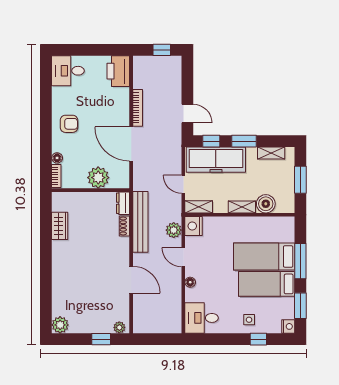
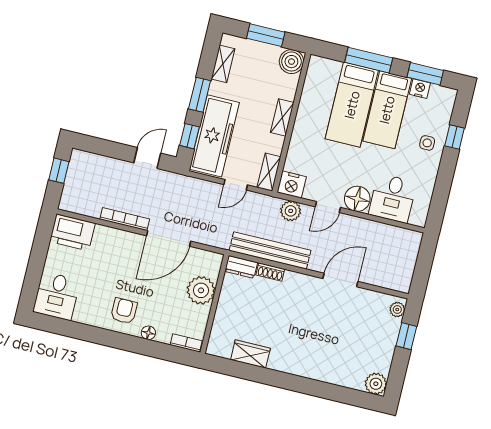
floor lamp: (57, 158) -> (148, 333), moved
boiler: (266, 204) -> (291, 62), moved
floor lamp: (190, 282) -> (357, 199), width x1.89, depth x1.89
desk: (202, 318) -> (393, 198), moved
nightstand: (288, 326) -> (420, 89), moved

